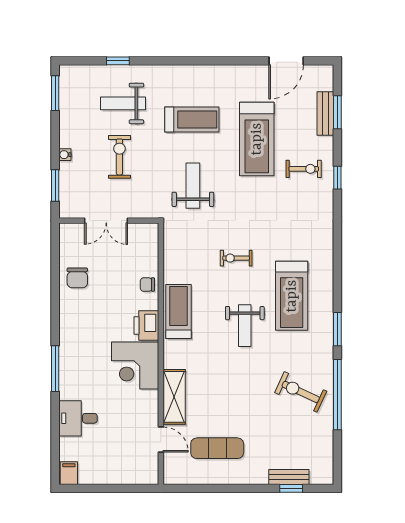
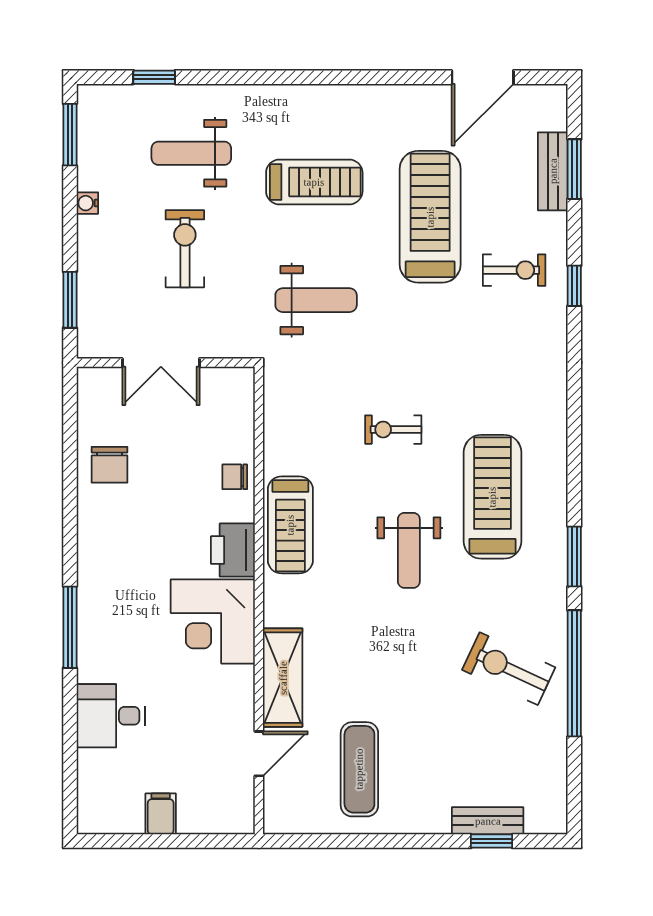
window: (118, 61) -> (154, 77), moved
treadmill: (257, 139) -> (430, 217), turned 180
water cooler: (65, 155) -> (87, 203), moved
weight bench: (193, 186) -> (316, 300), turned 90
treadmill: (292, 296) -> (492, 497), turned 180
treadmill: (178, 311) -> (290, 525), turned 180
door: (161, 440) -> (259, 754), hinge flipped
exercise mat: (217, 448) -> (359, 769), turned 90
filing cabinet: (69, 473) -> (161, 814), moved

